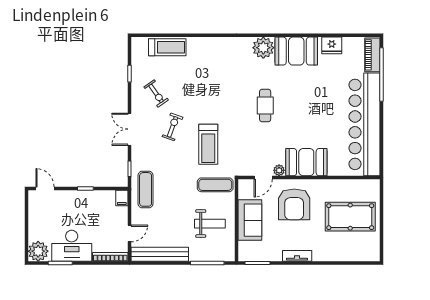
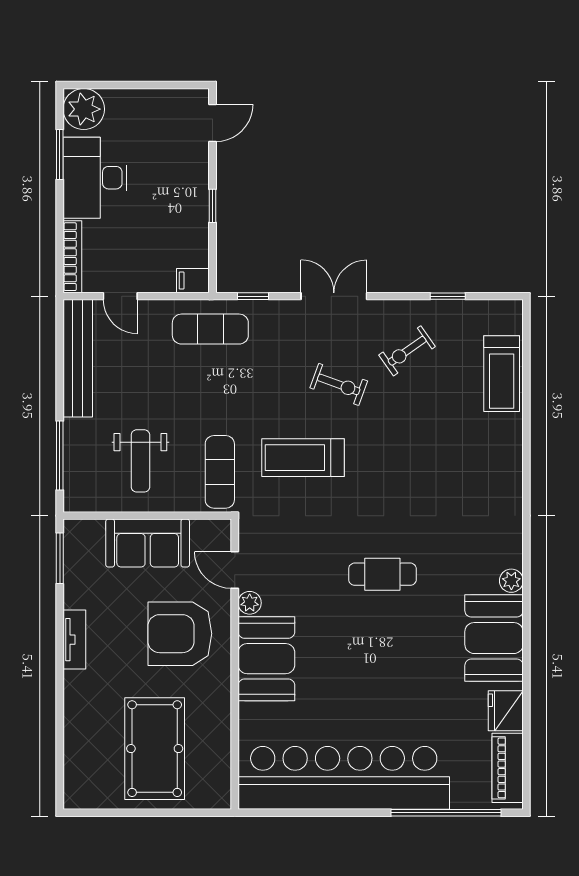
plant: (263, 48) -> (511, 581), width x0.53, depth x0.53
piano: (372, 55) -> (508, 768), moved, turned -90

